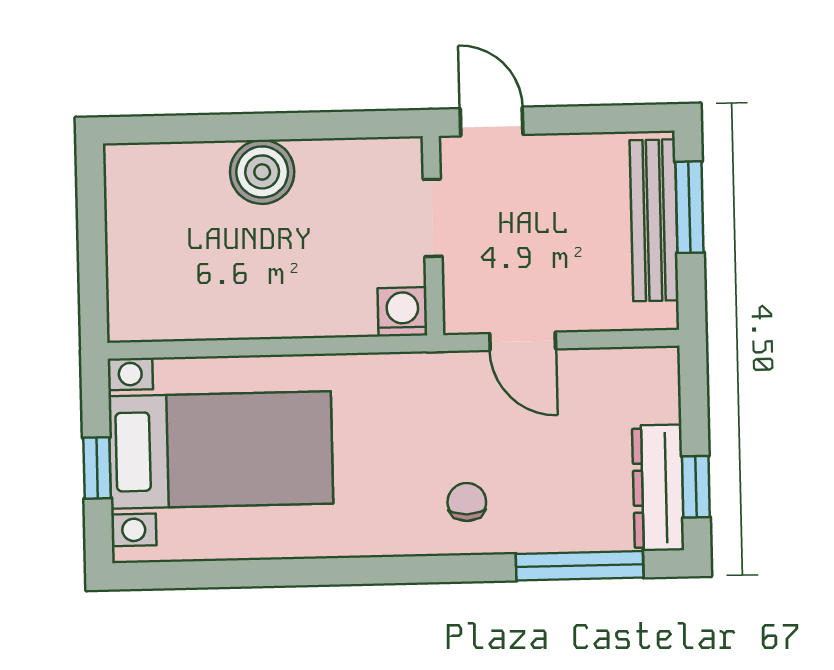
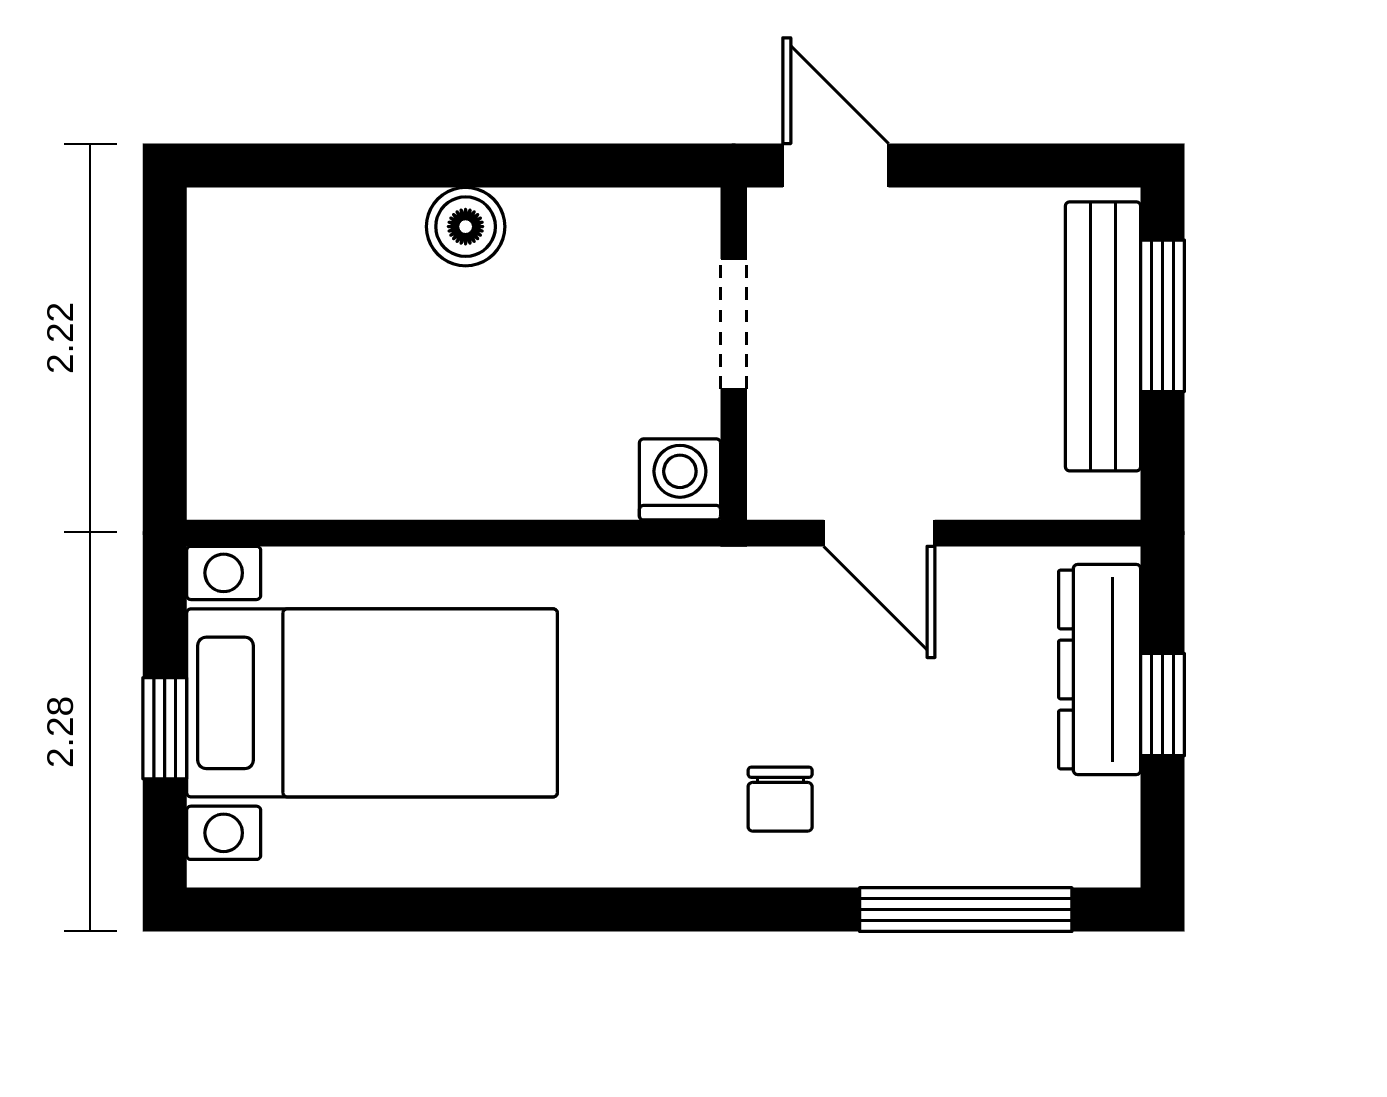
boiler: (262, 172) -> (466, 227), width x0.73, depth x0.73
window: (696, 487) -> (1163, 705), moved
dresser: (658, 488) -> (1100, 669), moved
chair: (467, 502) -> (780, 799), turned 180

